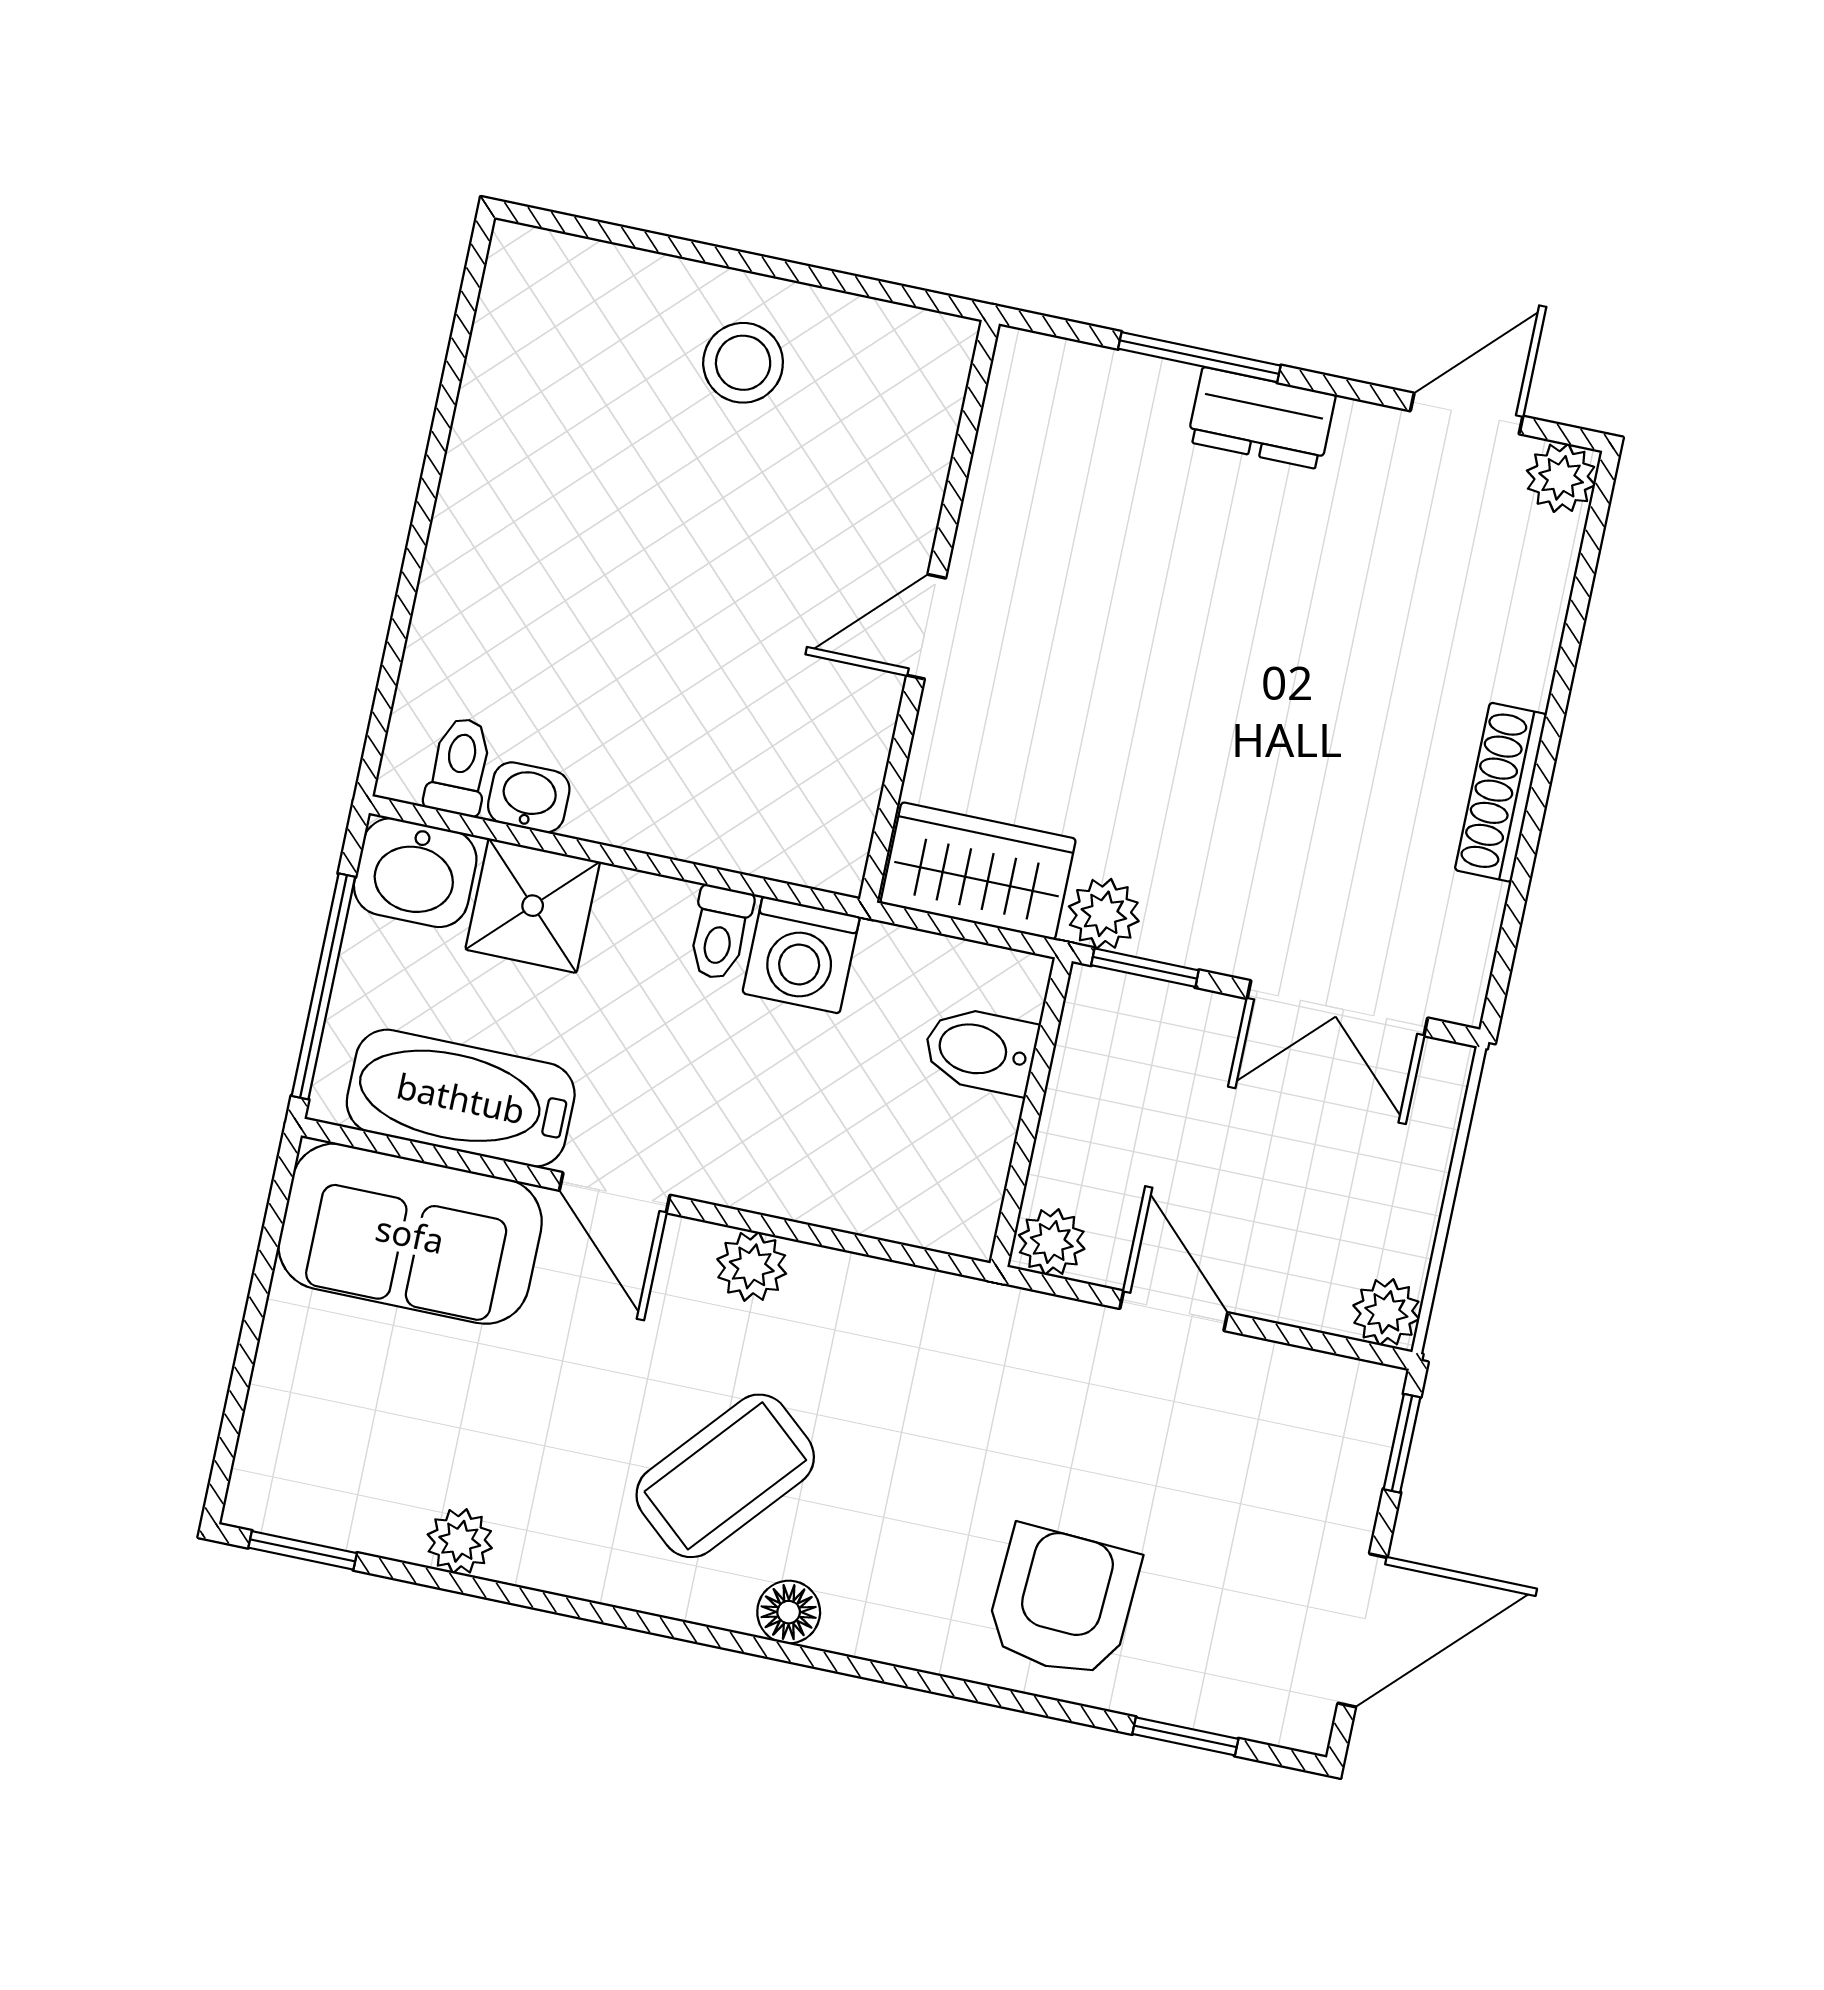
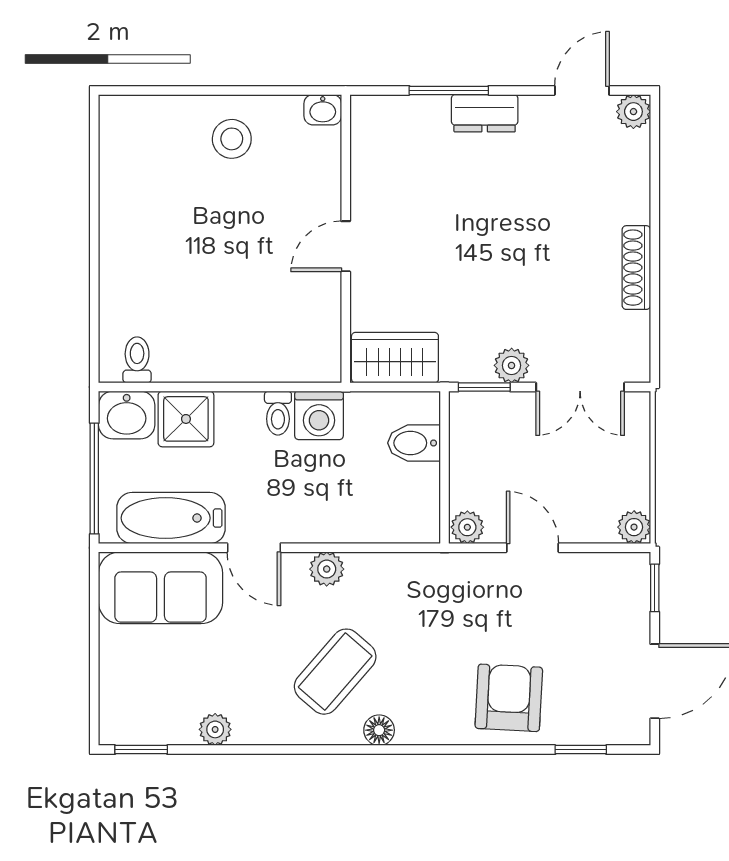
washbasin: (529, 797) -> (323, 110), moved, turned 180
plant: (1104, 914) -> (512, 365), moved

